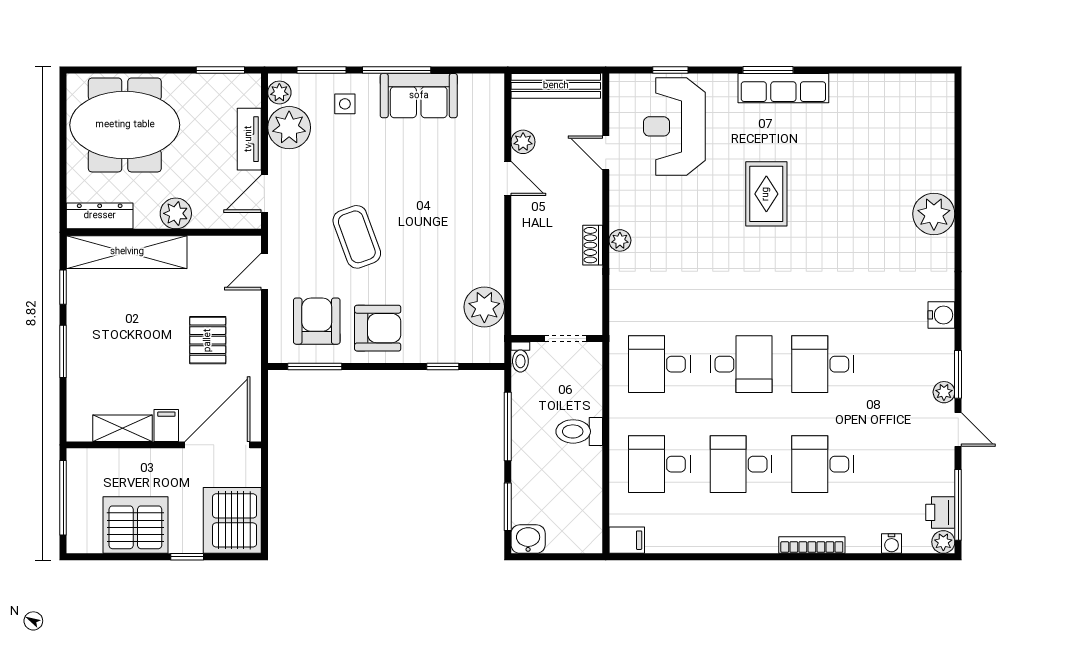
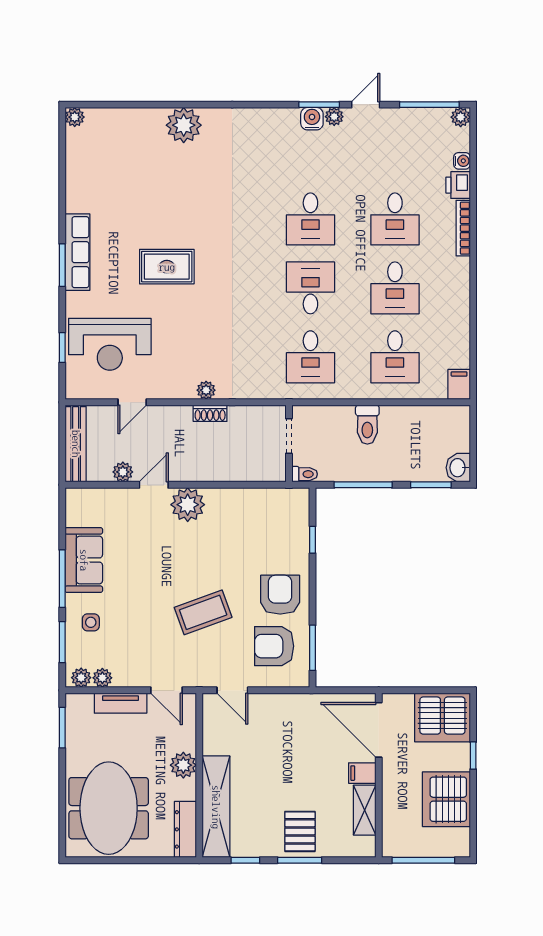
plant: (943, 85) -> (75, 117), added
plant: (289, 128) -> (102, 678), width x0.53, depth x0.53
plant: (484, 307) -> (188, 505), moved
water cooler: (941, 315) -> (312, 119), moved
pallet: (208, 340) -> (300, 831), moved, turned 90
printer: (940, 512) -> (458, 185), moved, turned 90

